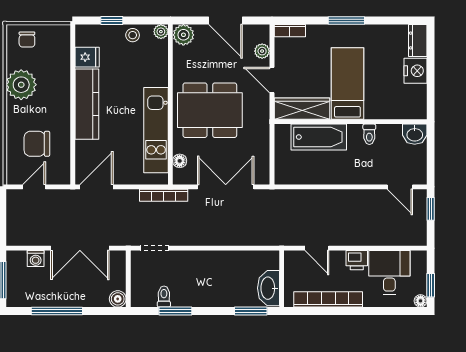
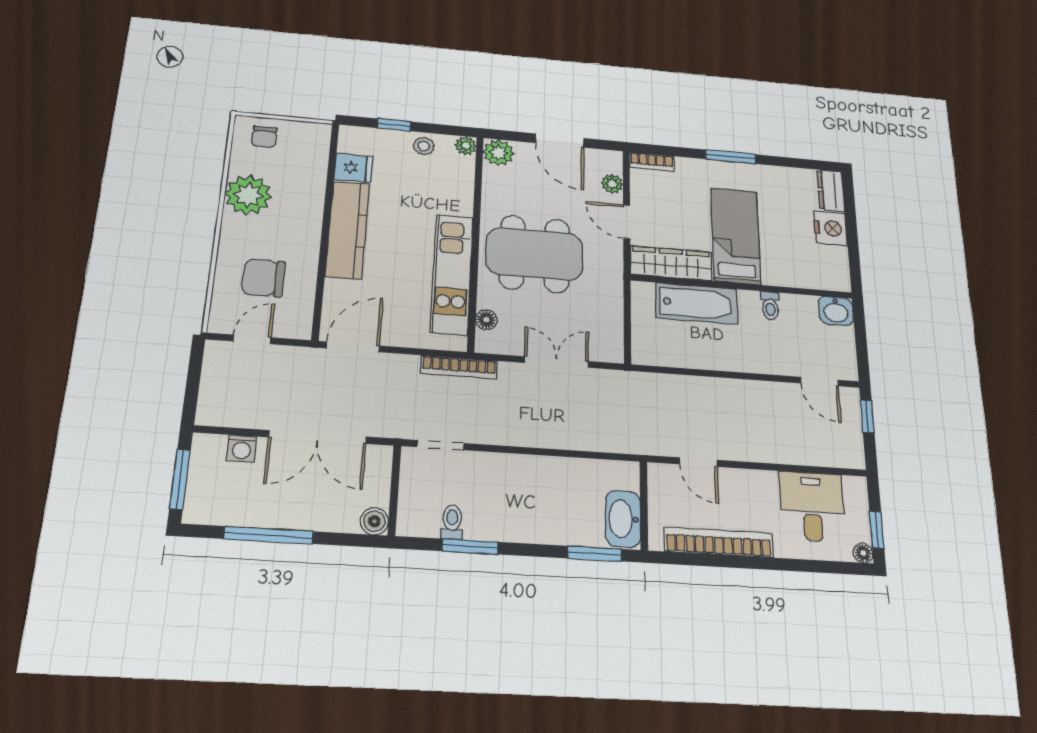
double door: (226, 187) -> (556, 362), width x0.73
printer: (357, 260) -> (761, 484), removed

